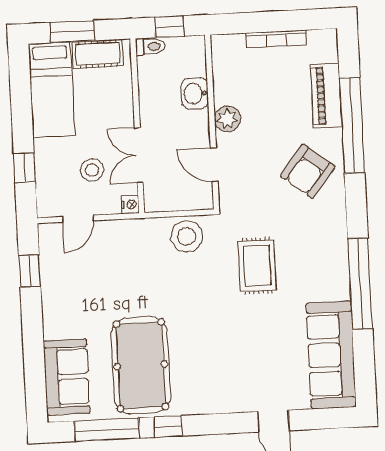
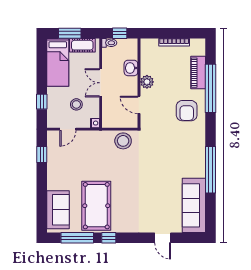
double door: (139, 155) -> (101, 83), moved
armchair: (308, 171) -> (187, 111), turned -38
rug: (257, 266) -> (158, 158), removed

